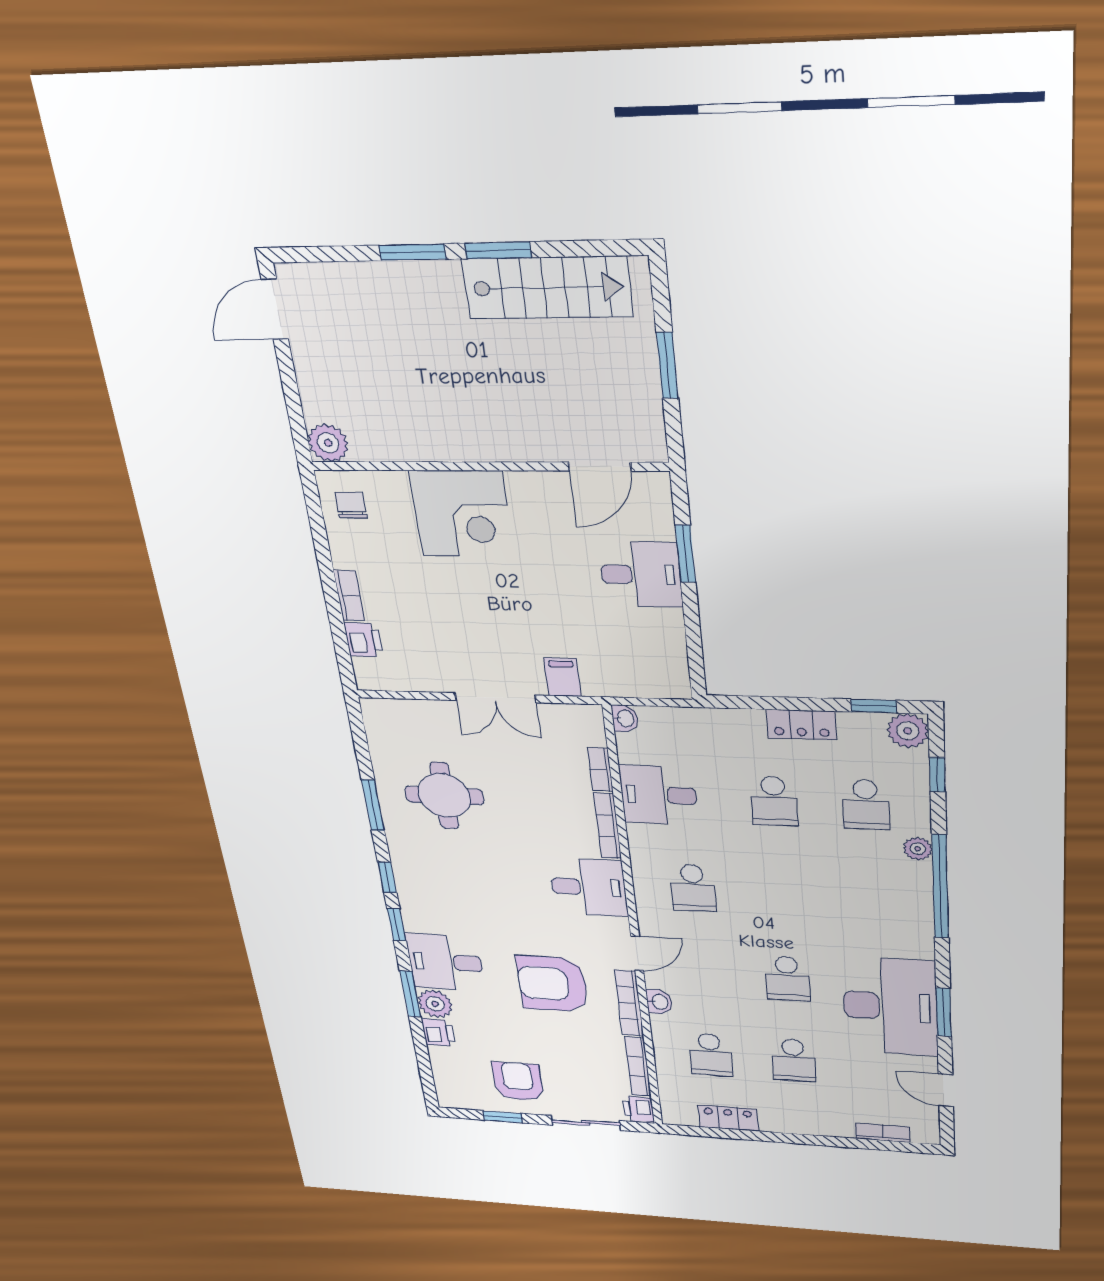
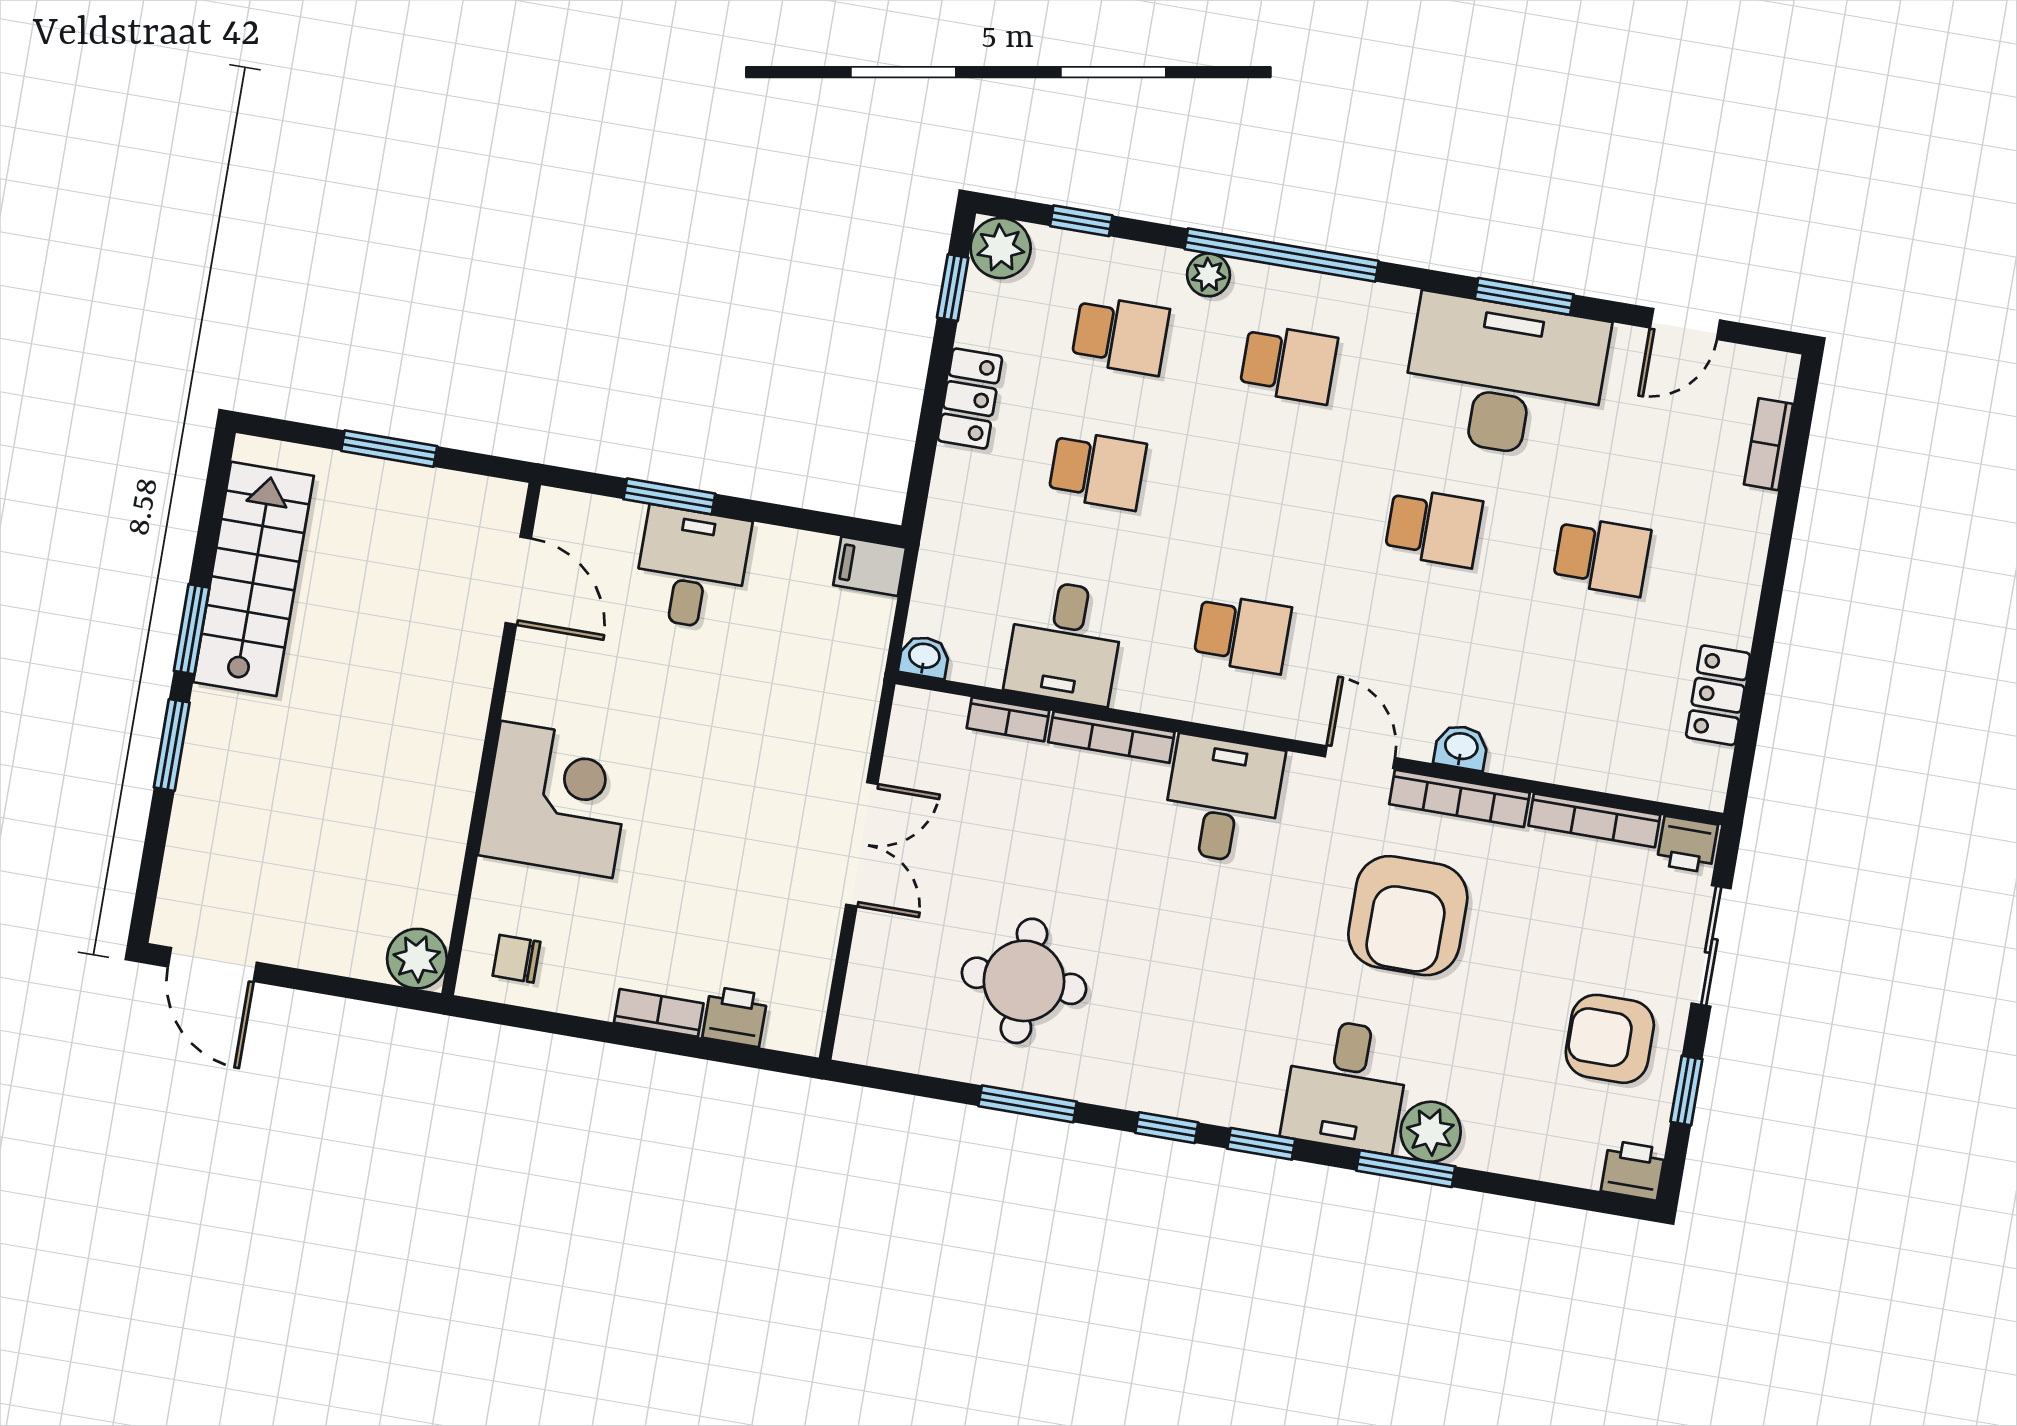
filing cabinet: (562, 677) -> (870, 566), moved
printer: (438, 1033) -> (1633, 1170), moved
school desk: (710, 1055) -> (1289, 364), moved

